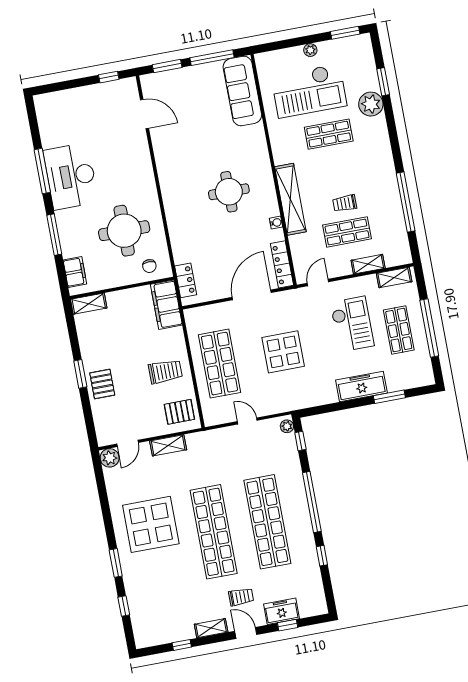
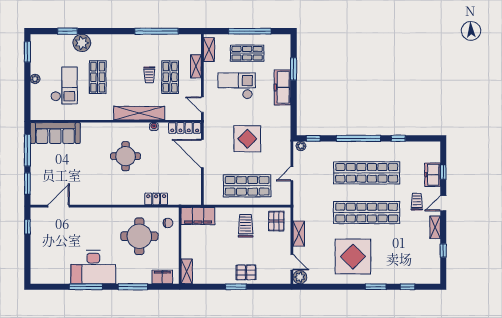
checkout: (309, 91) -> (64, 85), width x0.73, depth x0.83
locker: (186, 280) -> (156, 199), moved

